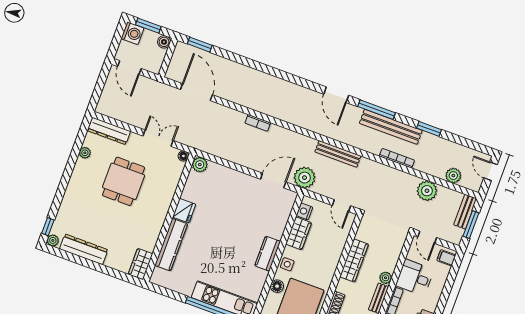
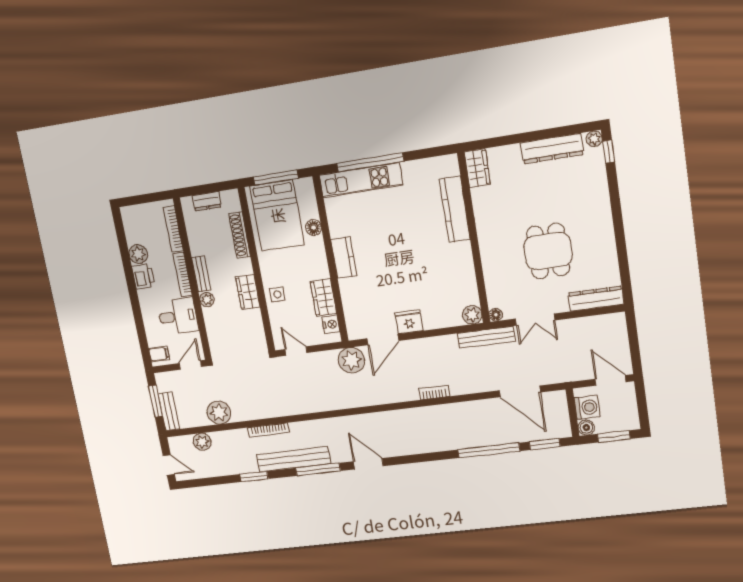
washing machine: (132, 33) -> (587, 407), moved, turned 180
window: (242, 60) -> (489, 450), added
plant: (85, 153) -> (611, 260), removed
bench: (338, 154) -> (486, 337), moved
fridge: (184, 211) -> (409, 322), moved, turned 90
door: (427, 237) -> (190, 365), hinge flipped
wardrobe: (354, 260) -> (248, 292), width x0.67
side table: (287, 264) -> (277, 294), moved

